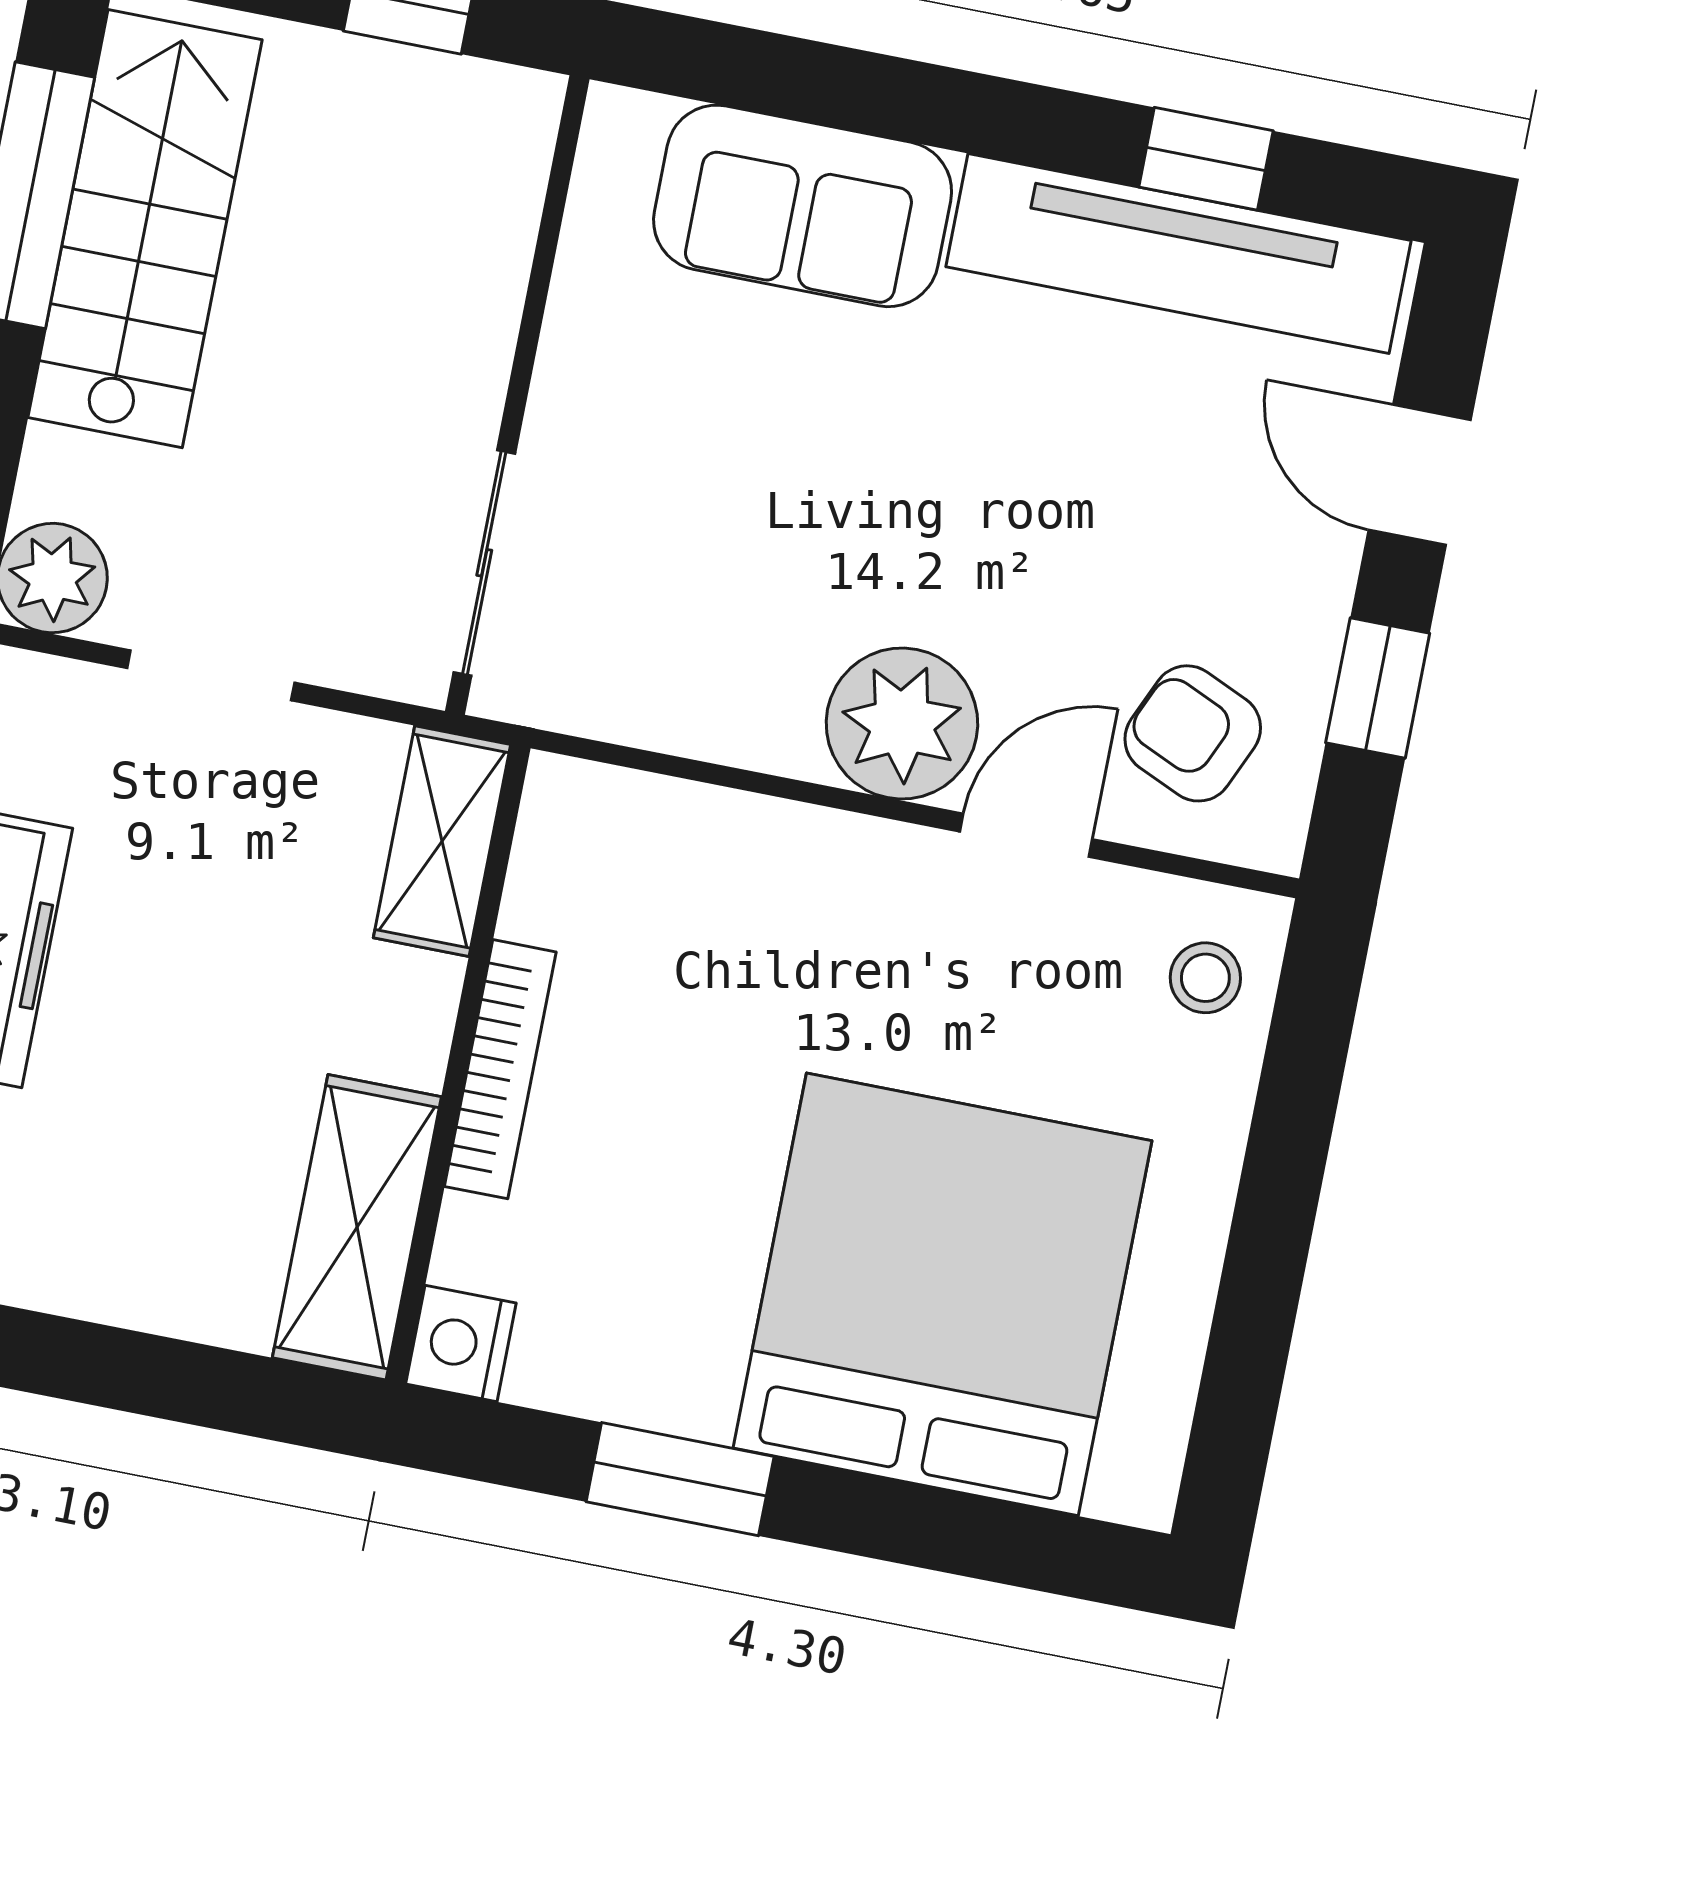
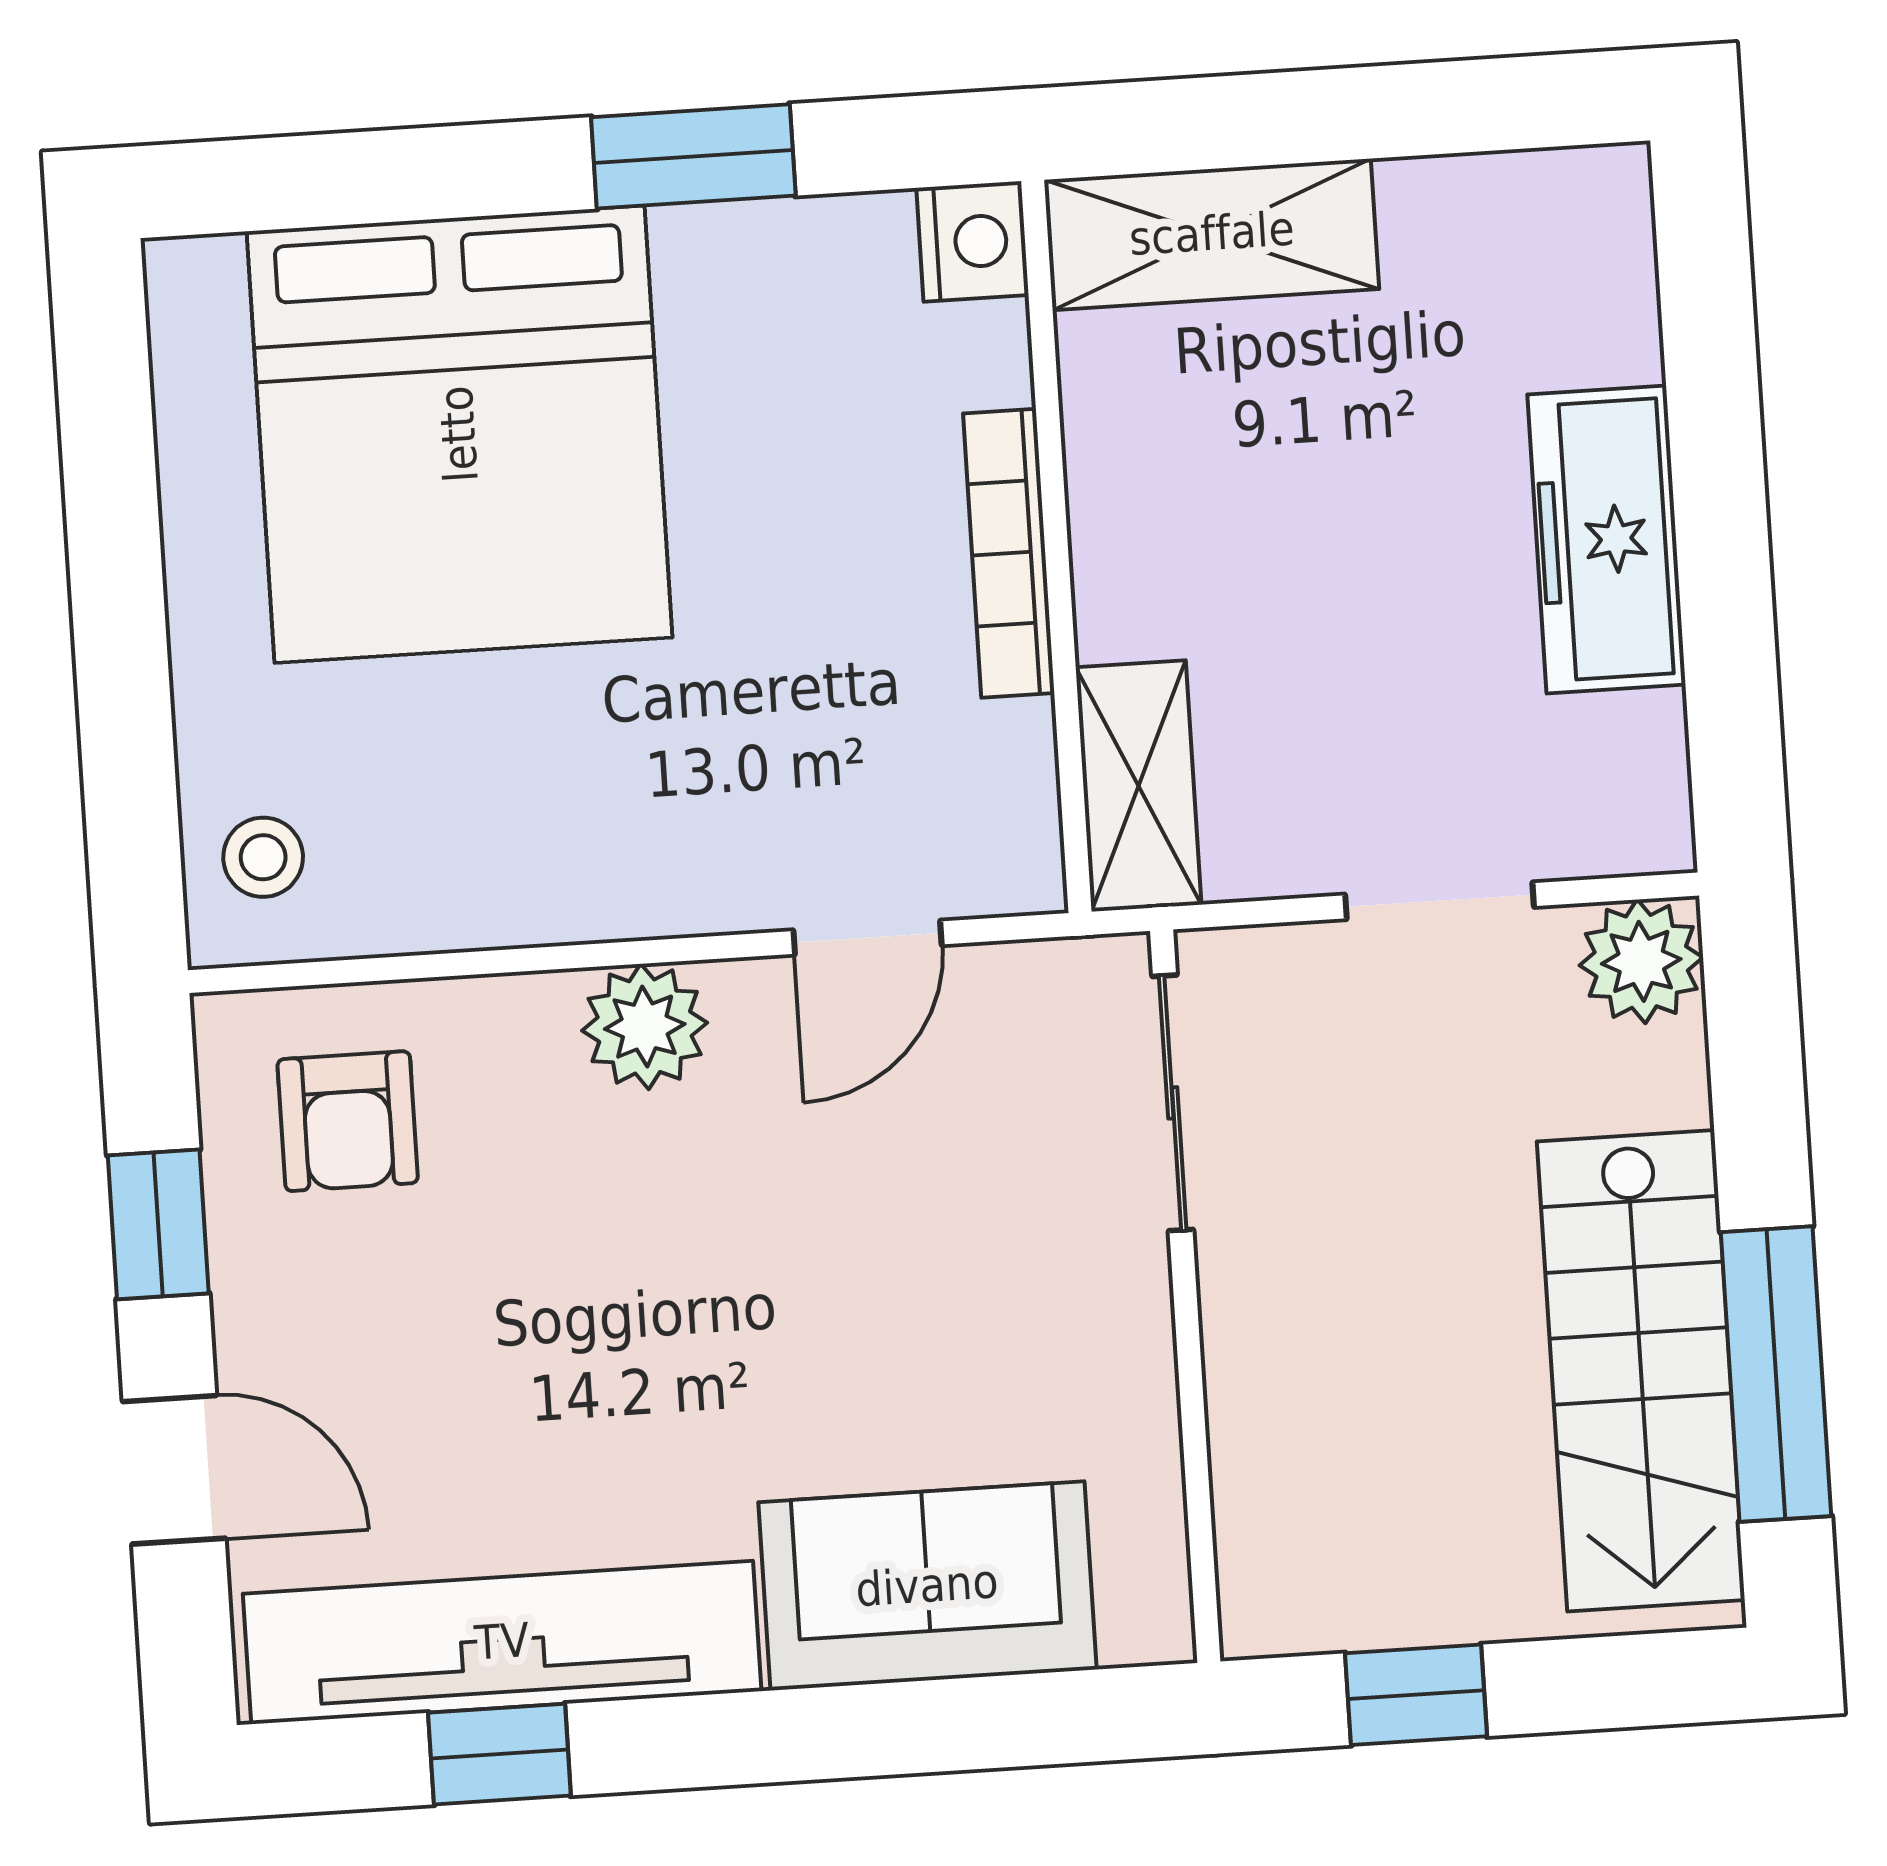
plant: (902, 724) -> (645, 1027), width x0.73, depth x0.73
armchair: (1193, 733) -> (348, 1121), turned 66
door: (1026, 835) -> (867, 938), moved
shelving: (357, 1227) -> (1212, 234), moved, turned 90

